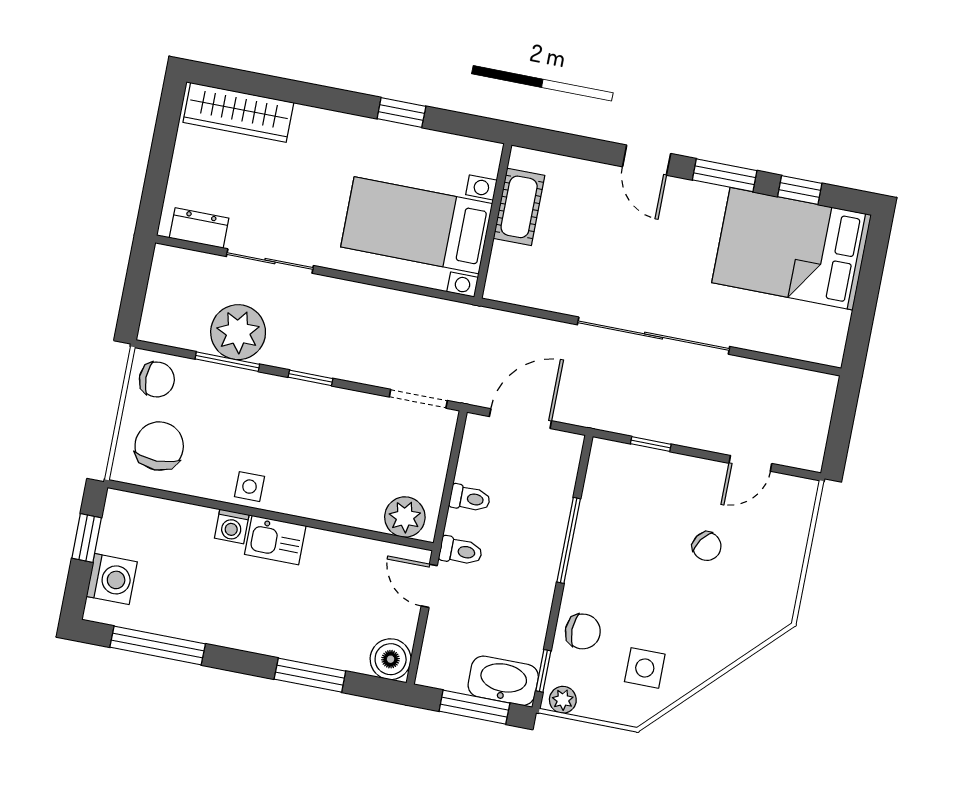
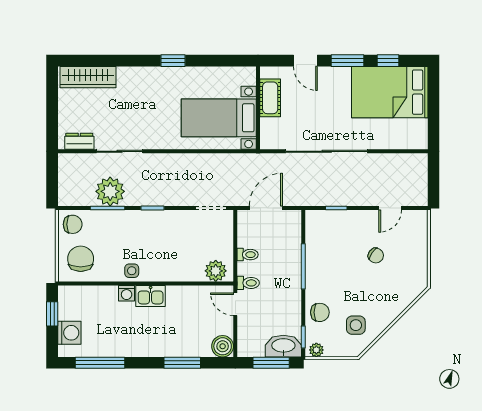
cot: (519, 207) -> (270, 98), moved
wall: (493, 221) -> (258, 108), moved
bed with nightstands: (417, 225) -> (219, 118), moved

